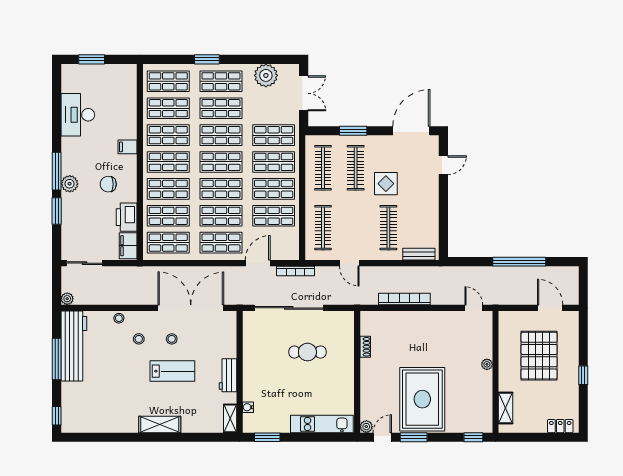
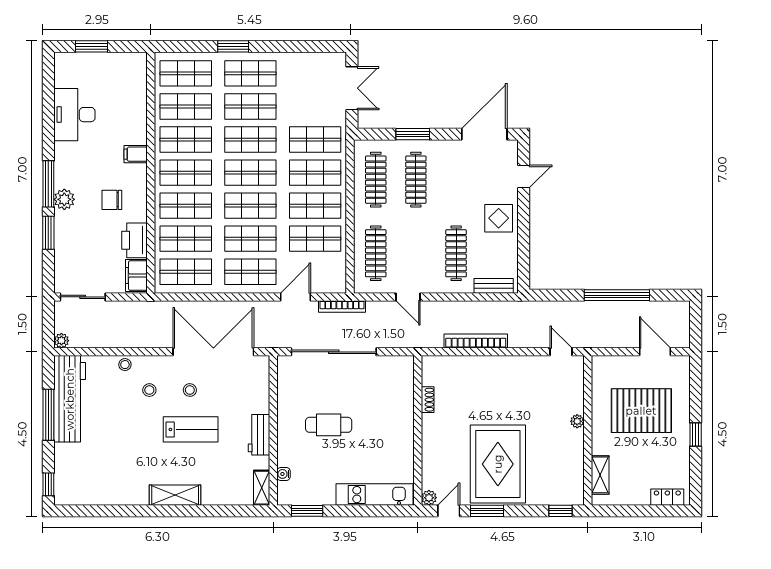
plant: (266, 75) -> (306, 66), removed
display table: (386, 184) -> (499, 218), moved
cafe table: (307, 352) -> (329, 425), moved
pallet: (539, 356) -> (641, 411), turned 90

